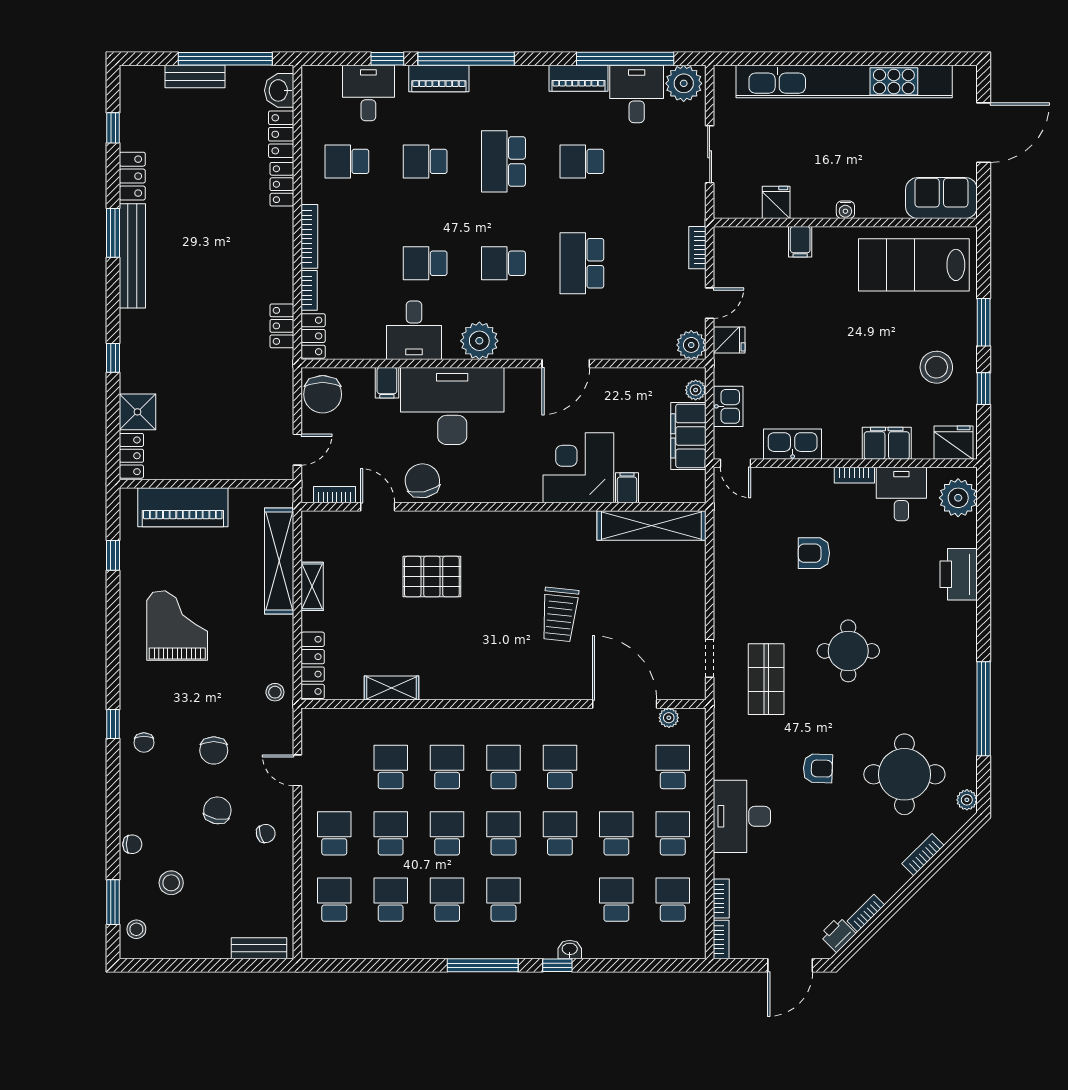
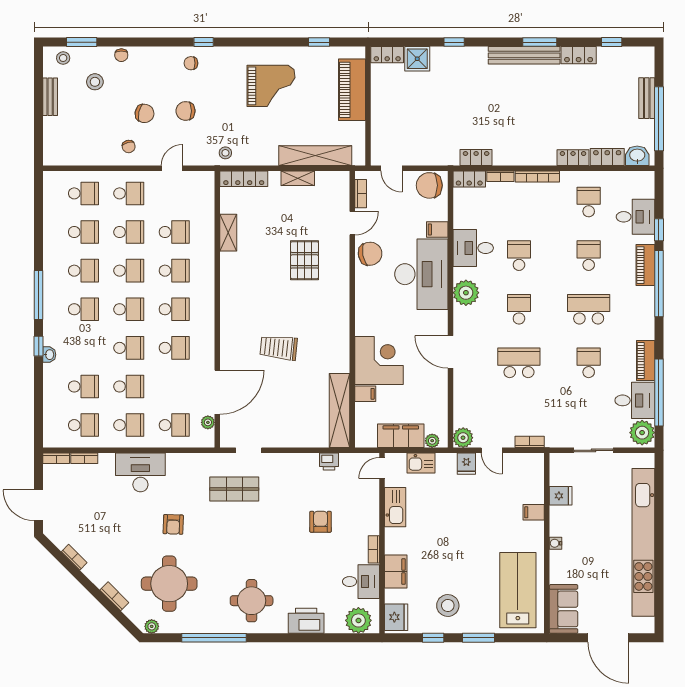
round table: (848, 651) -> (252, 601), moved
printer: (838, 934) -> (329, 462), moved, turned 135
bench: (259, 948) -> (50, 97), moved

